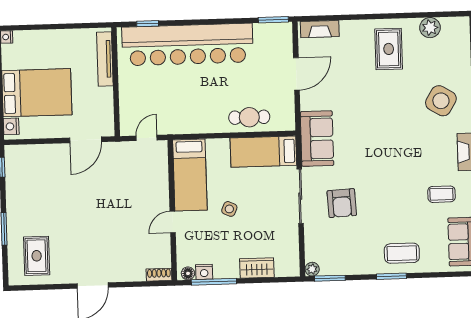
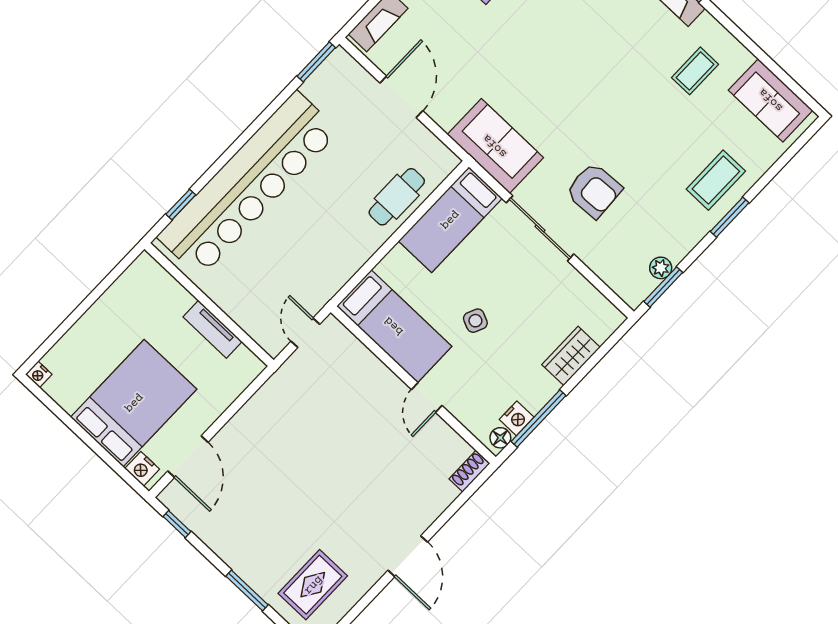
tv unit: (105, 59) -> (212, 329), moved, width x0.71
door: (86, 140) -> (188, 457), moved
rug: (37, 256) -> (313, 585), turned 90
plant: (312, 269) -> (661, 268), moved

